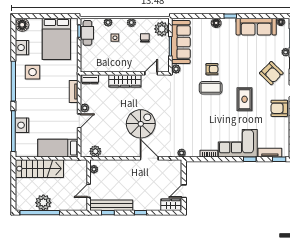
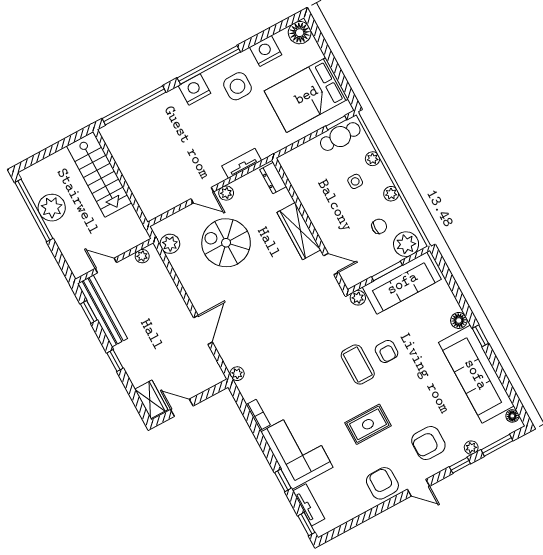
sofa: (256, 27) -> (476, 374), width x1.36, depth x1.27
armchair: (271, 73) -> (428, 443), turned 45
spiral stairs: (141, 124) -> (226, 243), moved, turned 180
nightstand: (22, 125) -> (194, 89), moved
bed: (58, 148) -> (145, 185), removed

